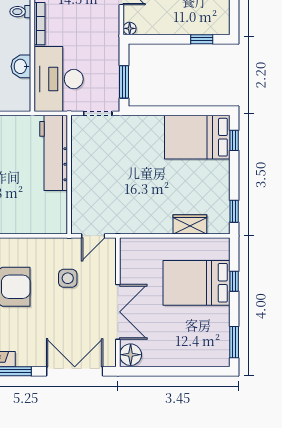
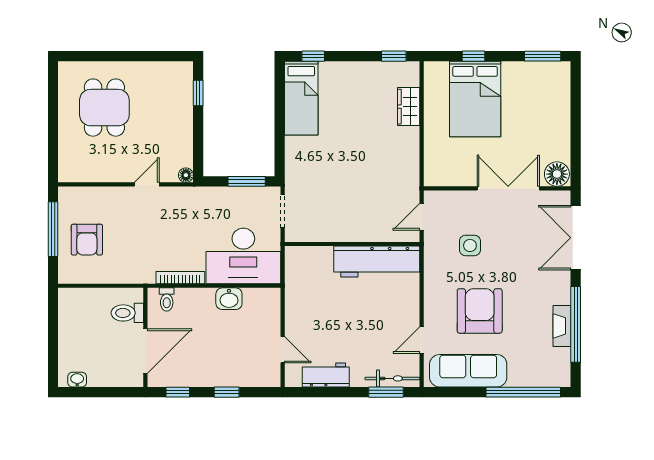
bed: (197, 137) -> (301, 98), width x0.67
workbench: (54, 153) -> (377, 262), moved
door: (93, 236) -> (422, 217), swing flipped

